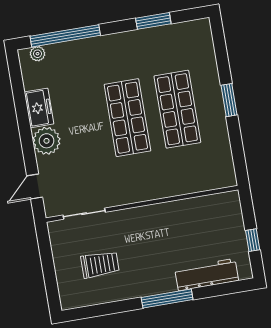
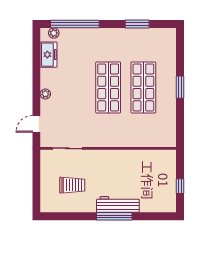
freezer: (39, 108) -> (49, 55), moved
plant: (47, 141) -> (45, 94), width x0.53, depth x0.53
workbench: (207, 275) -> (118, 204), moved

